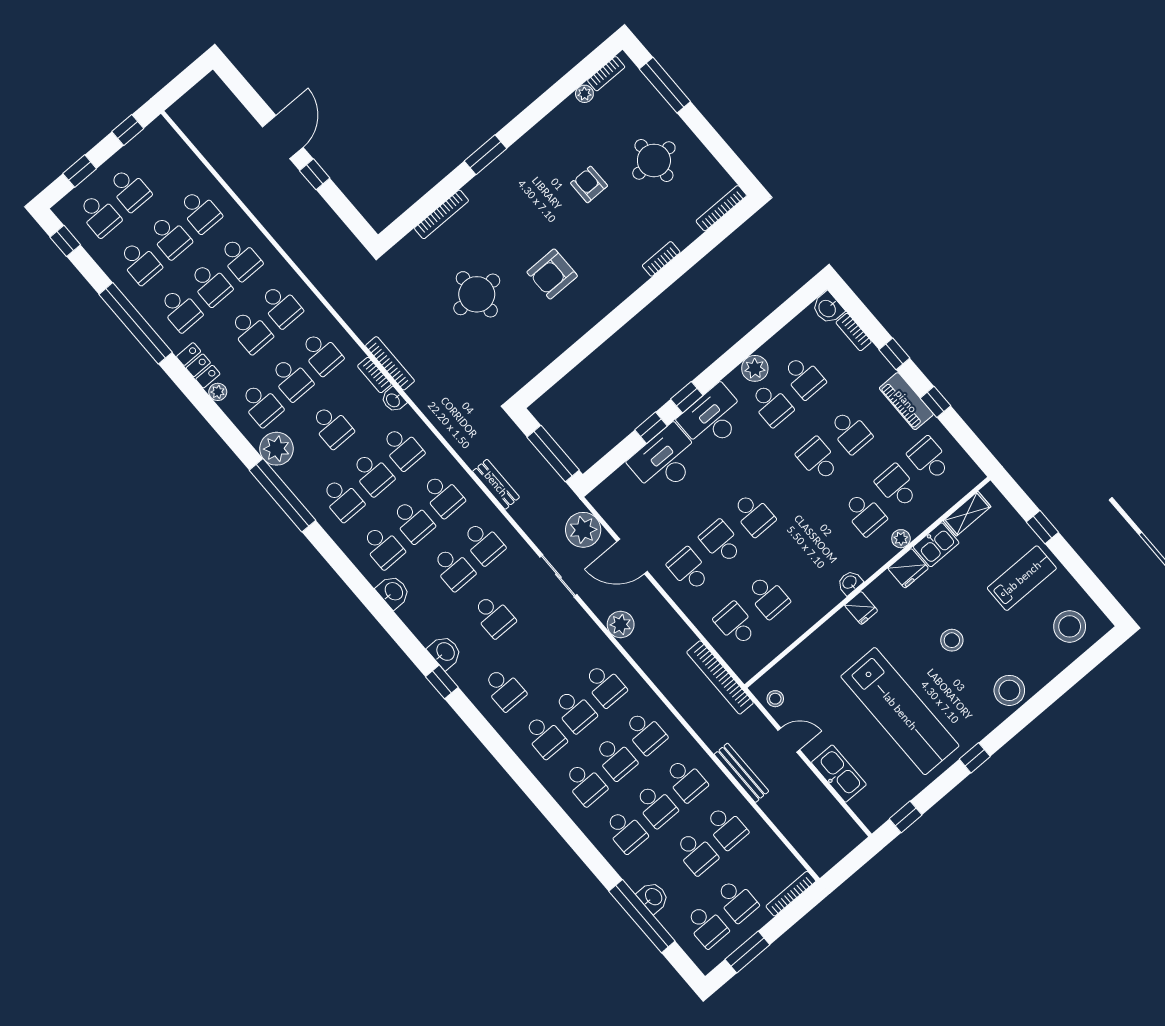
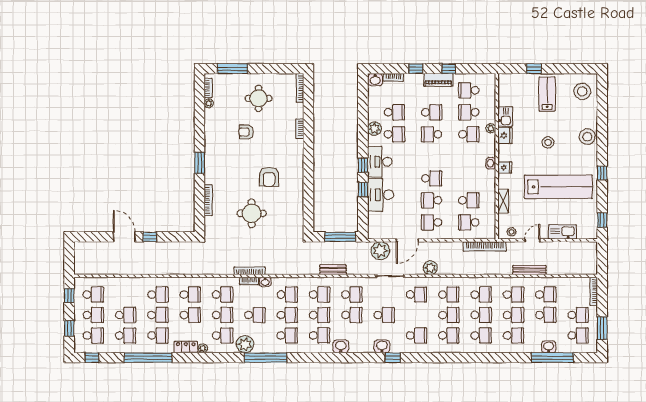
school desk: (200, 211) -> (93, 295), moved
shelving: (967, 514) -> (503, 201), moved
school desk: (564, 638) -> (416, 295), added

